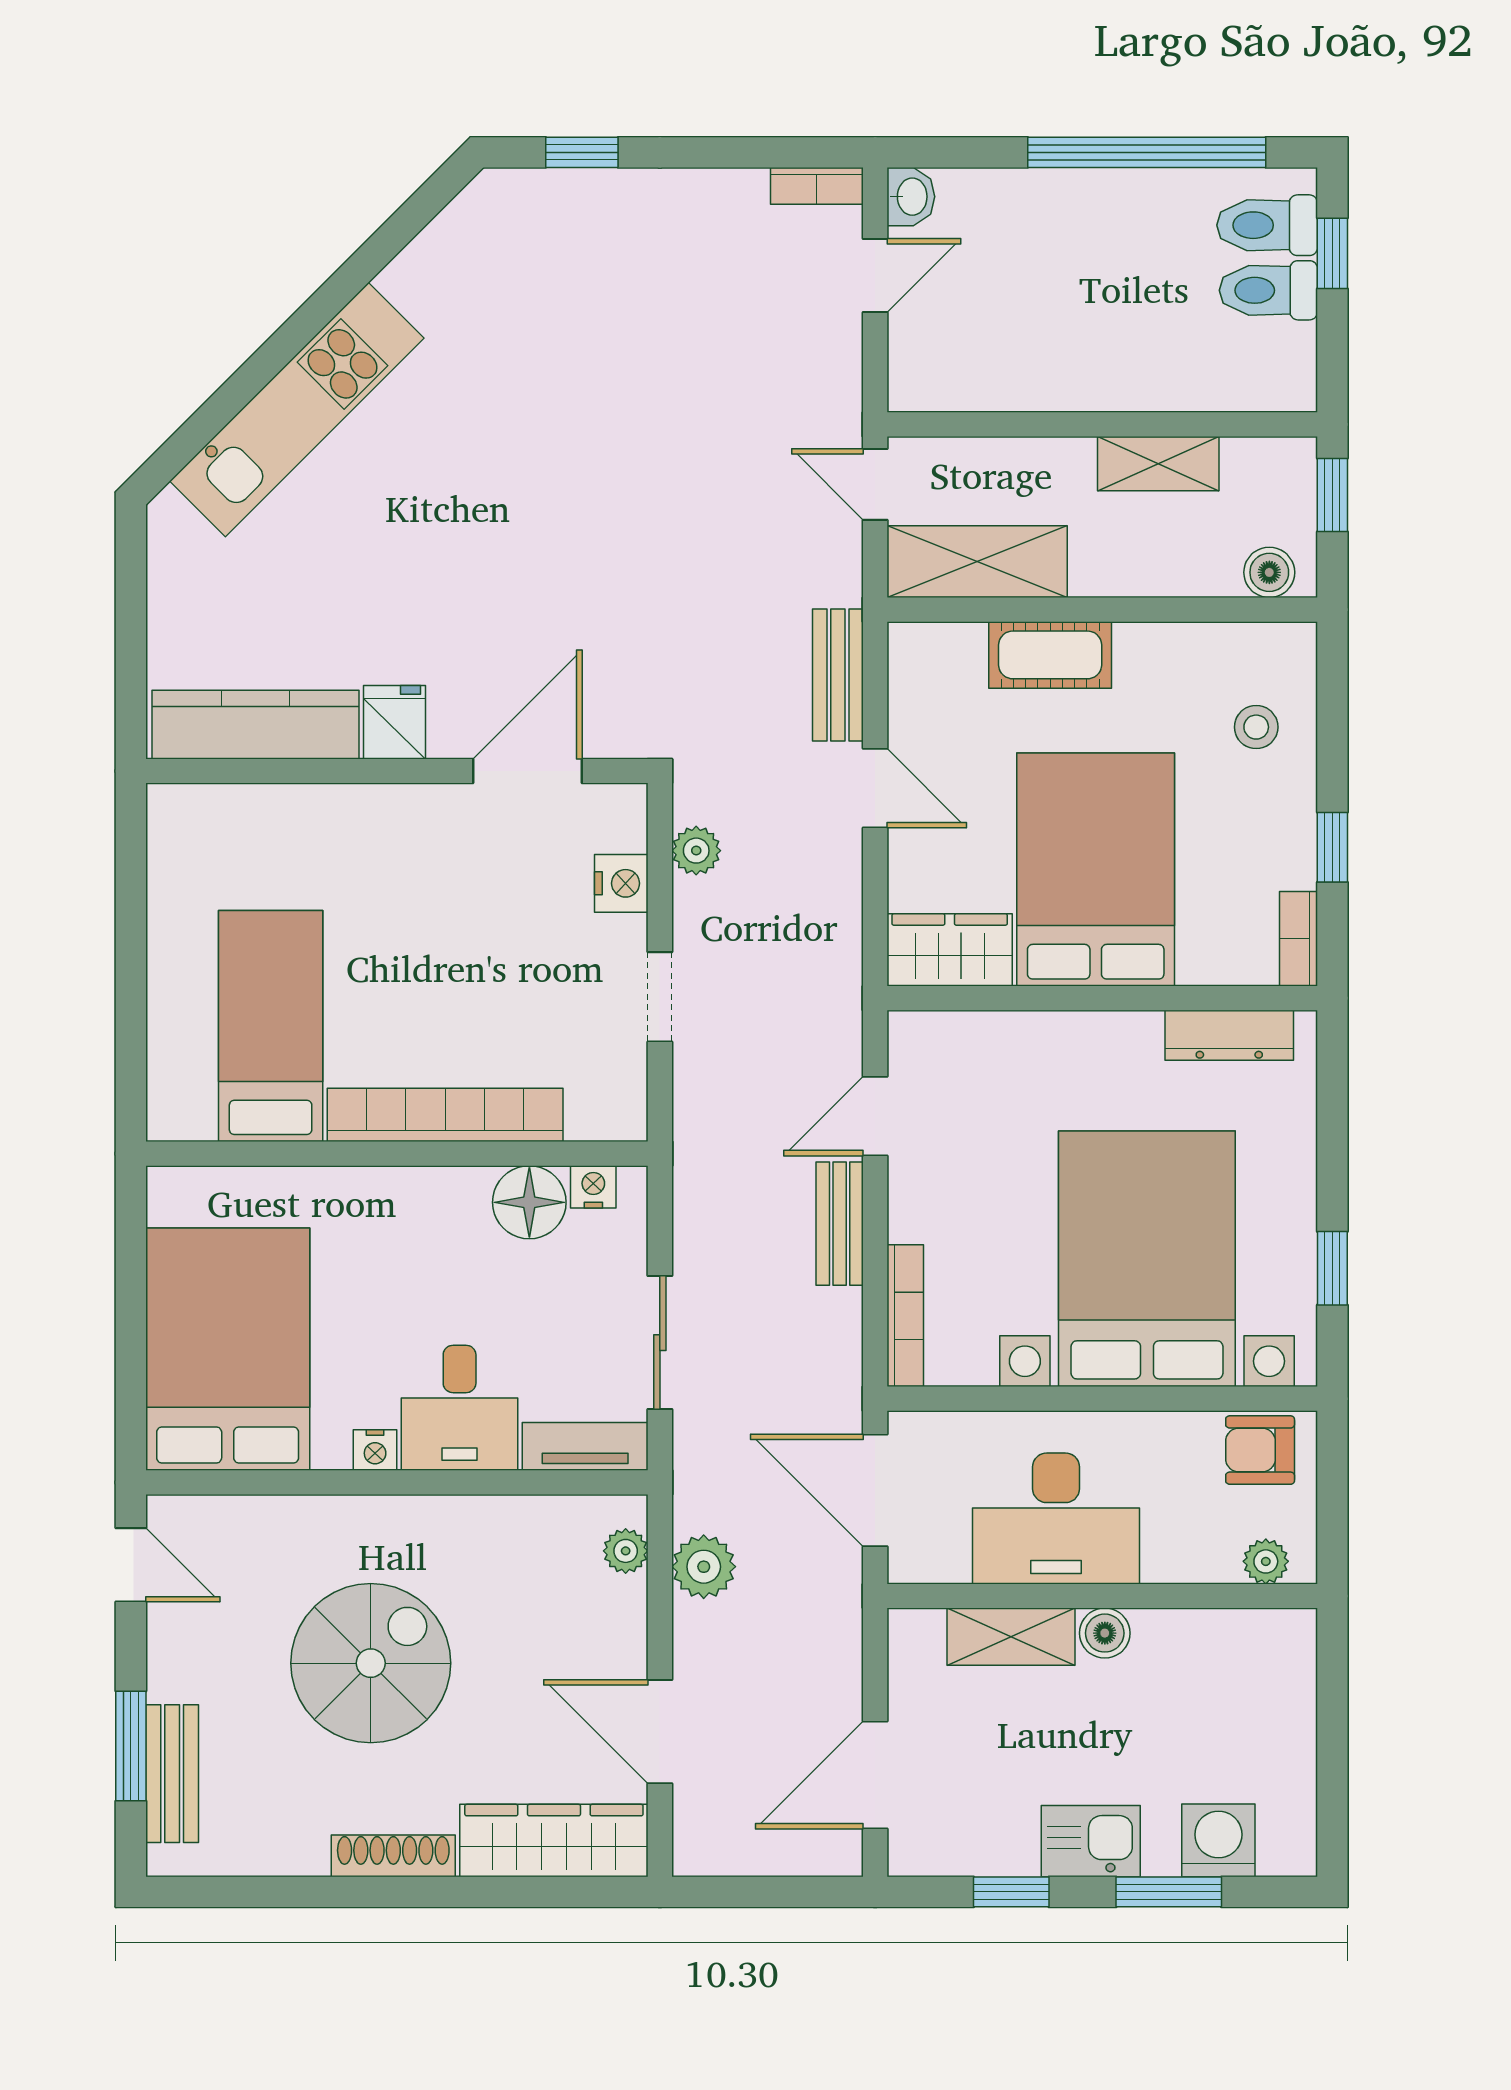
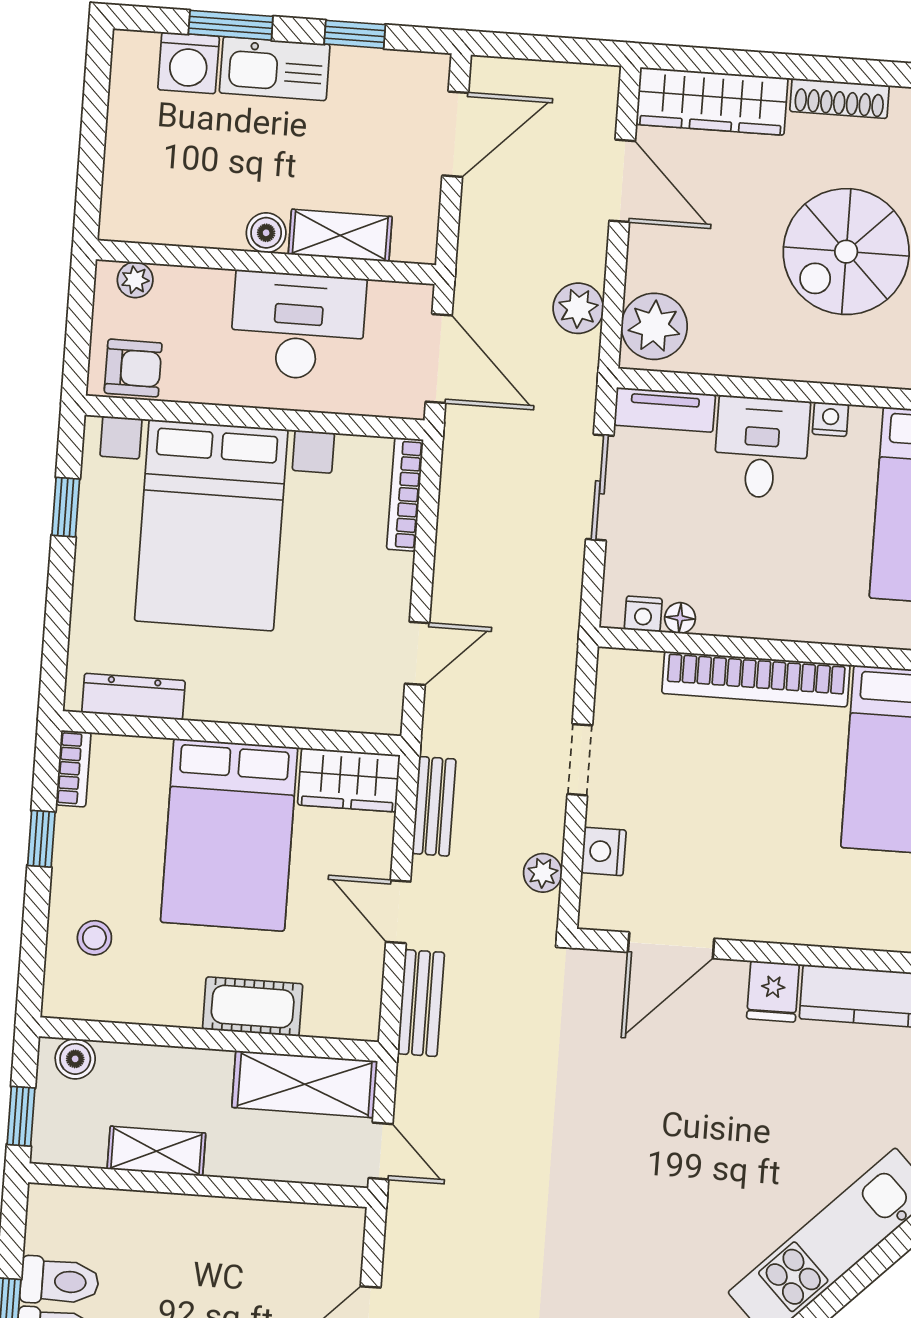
floor lamp: (529, 1202) -> (680, 618), width x0.53, depth x0.53
bench: (840, 1224) -> (434, 806), moved
plant: (626, 1551) -> (654, 326), width x1.87, depth x1.87
kitchen sink: (1091, 1841) -> (275, 69), width x1.38

